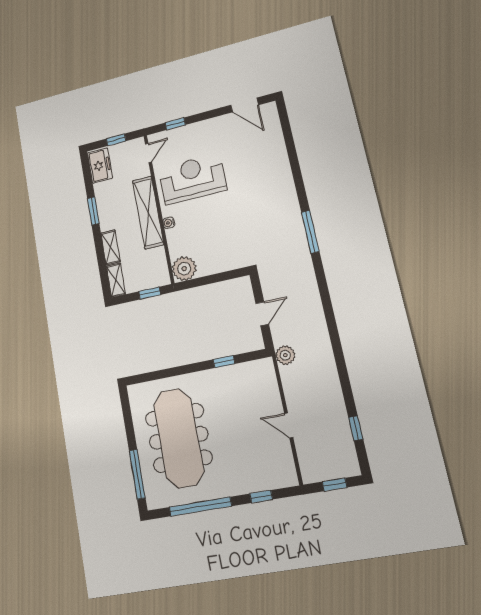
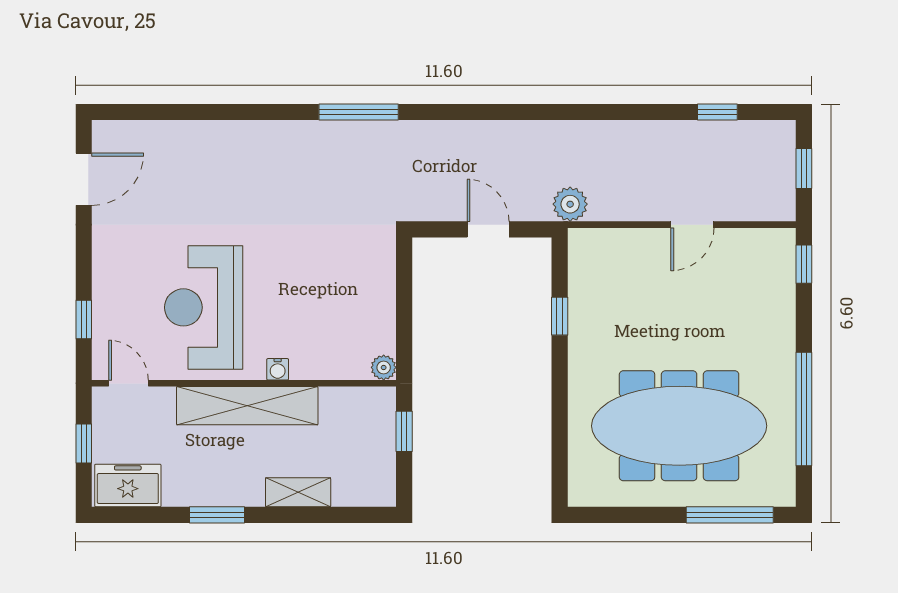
plant: (184, 269) -> (384, 367), width x0.53, depth x0.53
shelving: (116, 280) -> (365, 493), removed
window: (261, 497) -> (804, 264), moved

